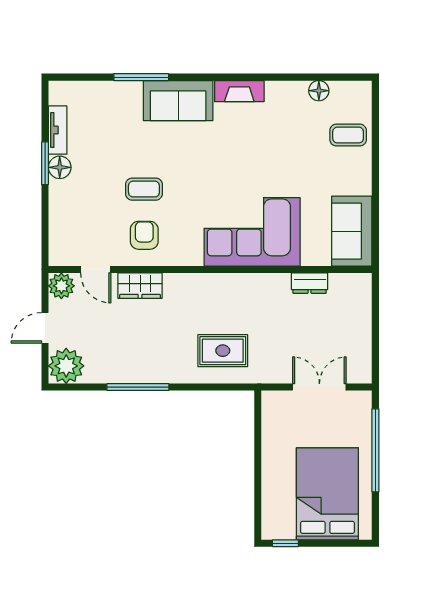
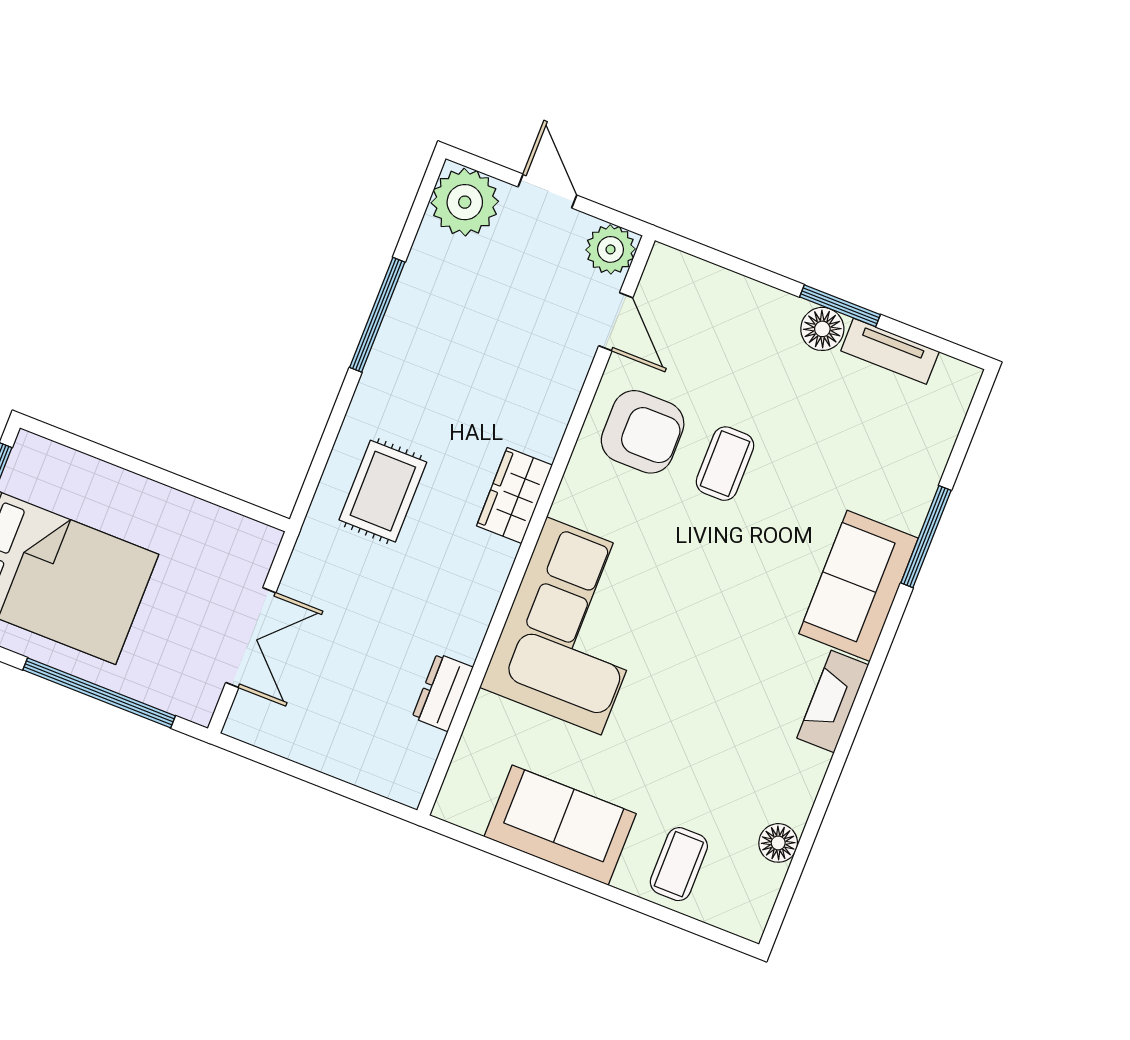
sofa: (352, 231) -> (560, 825), moved
armchair: (144, 235) -> (643, 432), width x1.38, depth x1.38
door: (96, 269) -> (616, 322), swing flipped
wardrobe: (140, 286) -> (515, 496), moved

